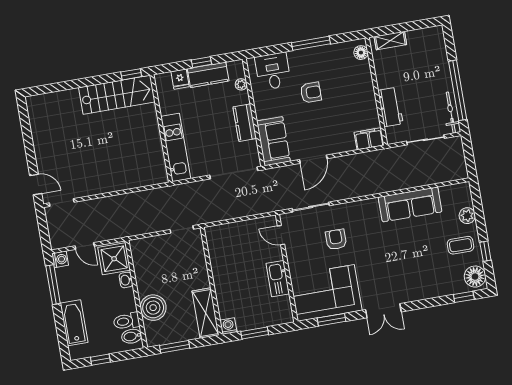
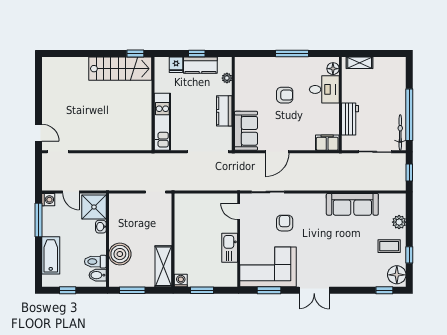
desk: (273, 71) -> (324, 89), moved, turned 90
window: (469, 157) -> (409, 172), added

